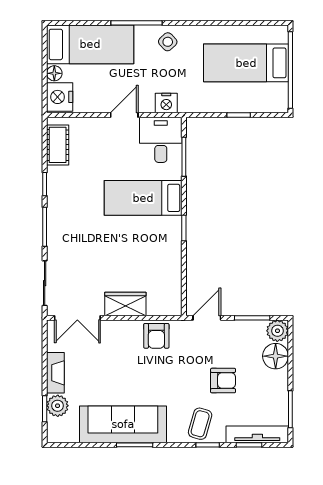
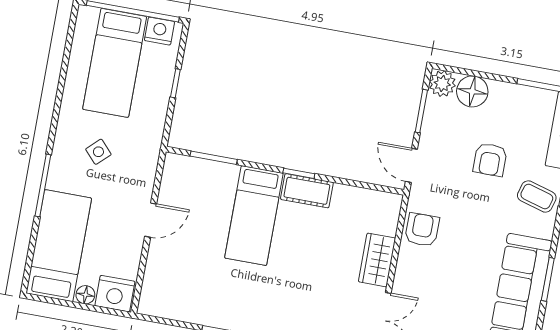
side table: (168, 42) -> (98, 152), moved
nightstand: (166, 103) -> (159, 31), moved, turned -90
door: (124, 115) -> (151, 220), swing flipped
desk: (161, 140) -> (188, 182), removed
cot: (58, 145) -> (307, 191), moved
armchair: (156, 336) -> (422, 230), turned -90
armchair: (223, 381) -> (490, 160), turned 180

